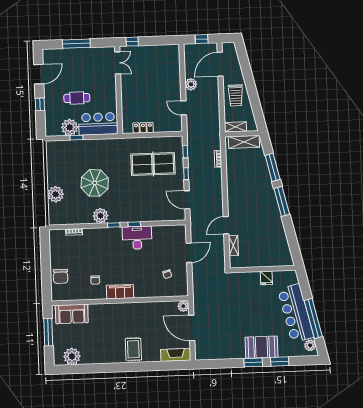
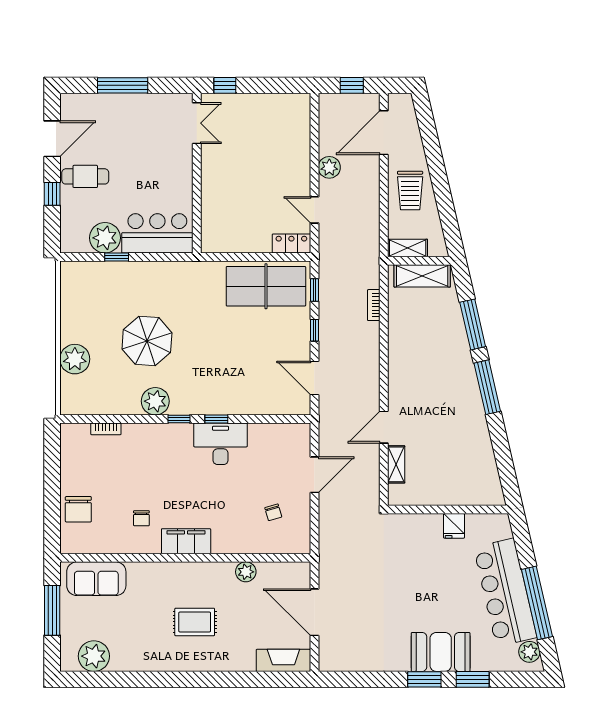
cafe table: (77, 98) -> (85, 176), moved
locker: (143, 128) -> (291, 243), moved
table tennis table: (153, 164) -> (266, 286), moved
plant: (183, 306) -> (246, 572), moved
rug: (133, 349) -> (195, 622), moved, turned 90

